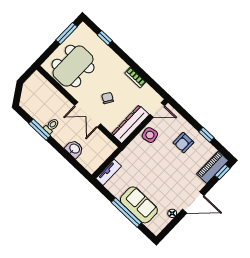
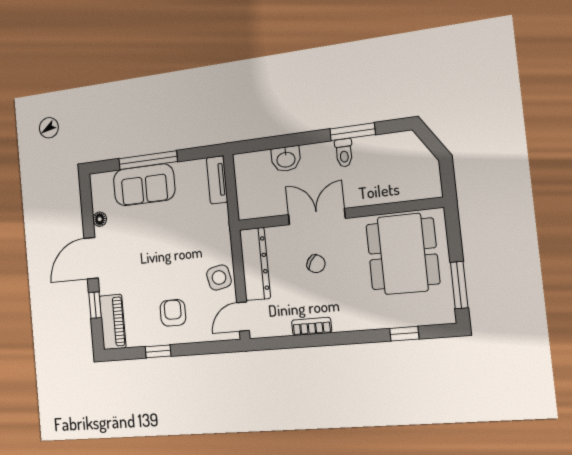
window: (222, 172) -> (95, 305), moved

